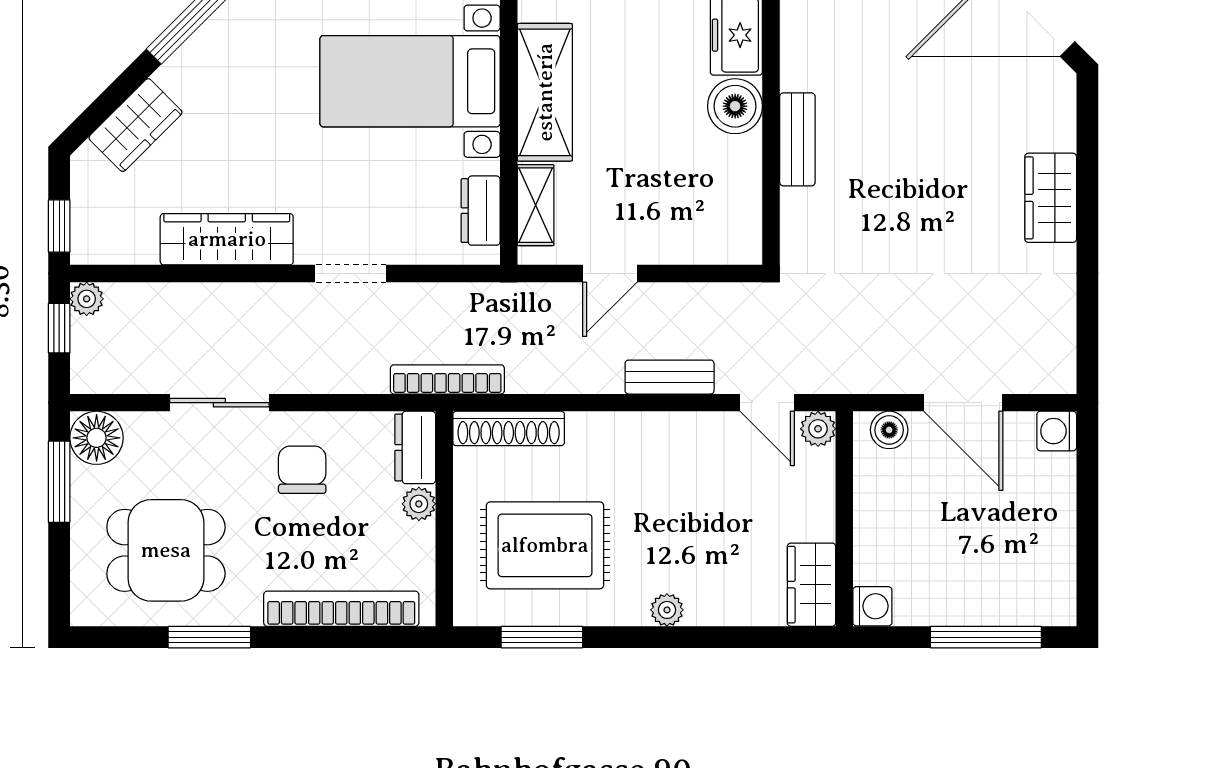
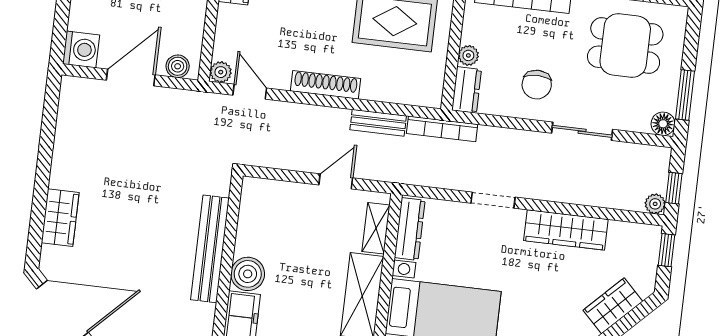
bench: (797, 139) -> (210, 249), width x1.86, depth x1.21
wardrobe: (1051, 198) -> (60, 218), moved
dresser: (481, 211) -> (410, 229), width x1.44
bench: (670, 377) -> (378, 123), moved
door: (963, 403) -> (131, 77), hinge flipped
shoe rack: (509, 428) -> (326, 85), moved
washing machine: (1057, 431) -> (81, 49), width x1.38, depth x1.38
floor lamp: (97, 438) -> (663, 124), width x0.73, depth x0.73

